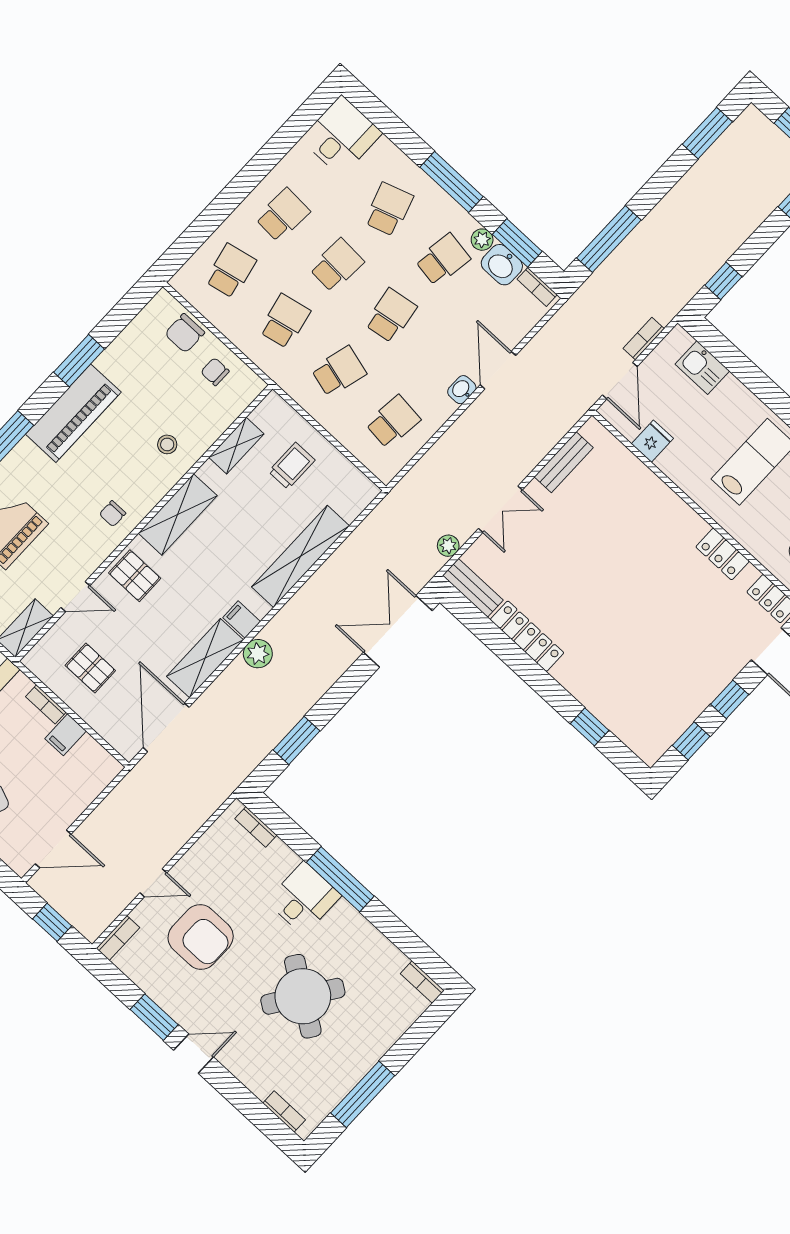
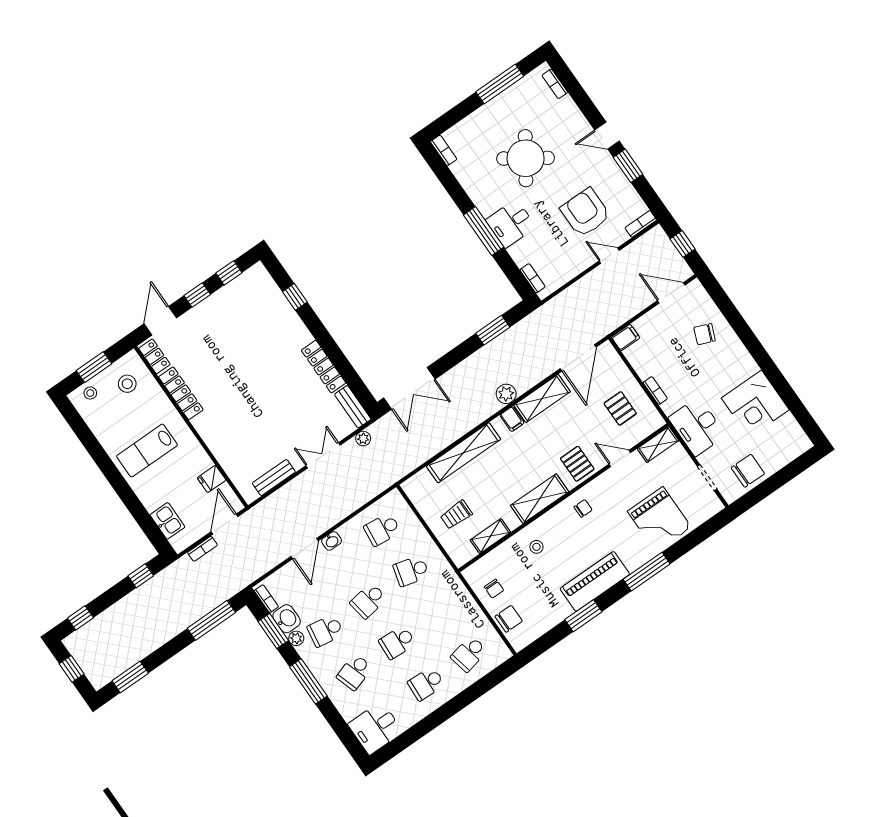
school desk: (285, 321) -> (440, 612), removed
locker: (723, 554) -> (181, 393), width x1.53
filing cabinet: (66, 735) -> (626, 338), moved

